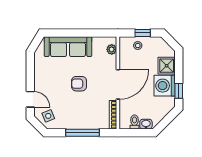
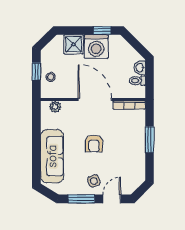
window: (30, 73) -> (81, 199), added
side table: (48, 116) -> (94, 181), moved
window: (83, 133) -> (150, 140), width x0.69

